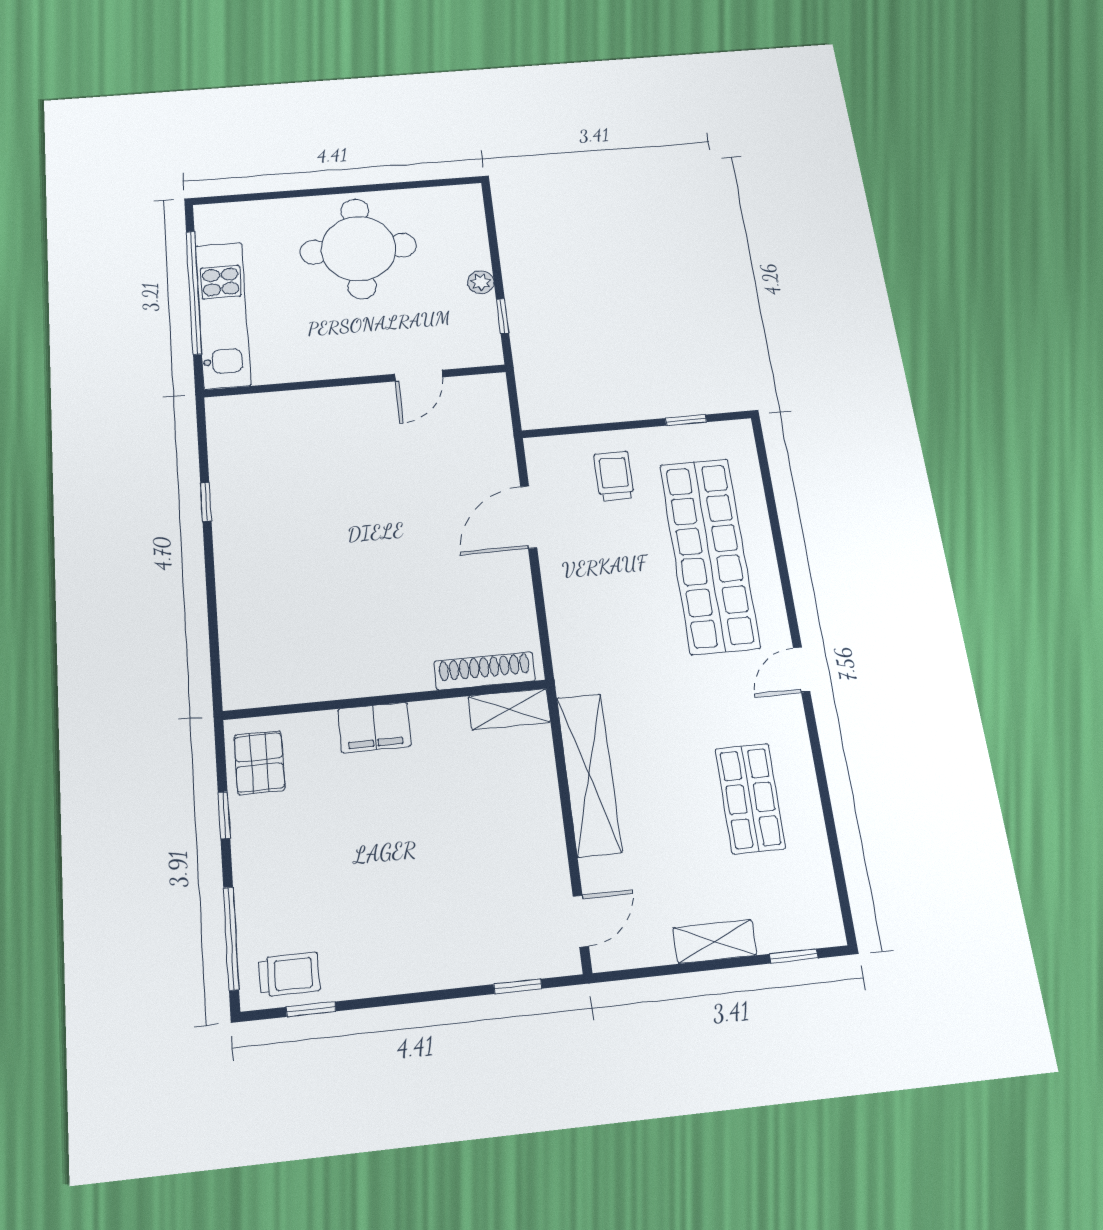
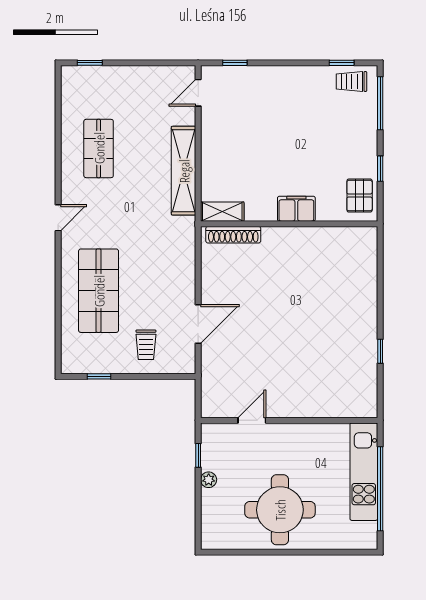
shop shelf: (709, 555) -> (99, 291), width x0.71
shelving: (715, 941) -> (130, 75), removed

